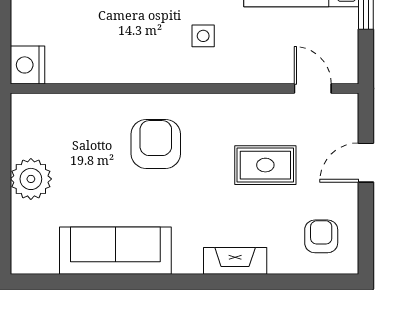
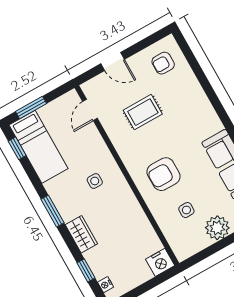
side table: (83, 148) -> (186, 210), added
rug: (265, 165) -> (143, 112), turned 90
fireplace: (235, 261) -> (200, 100), removed

